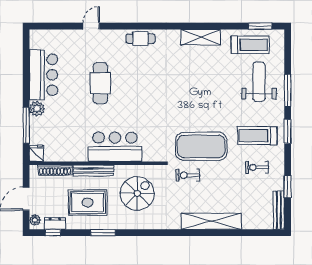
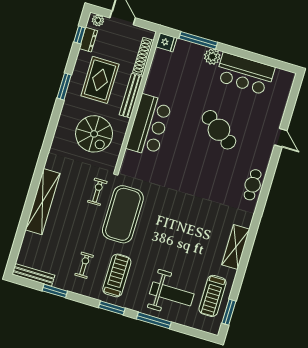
cafe table: (100, 83) -> (219, 130), turned 36

